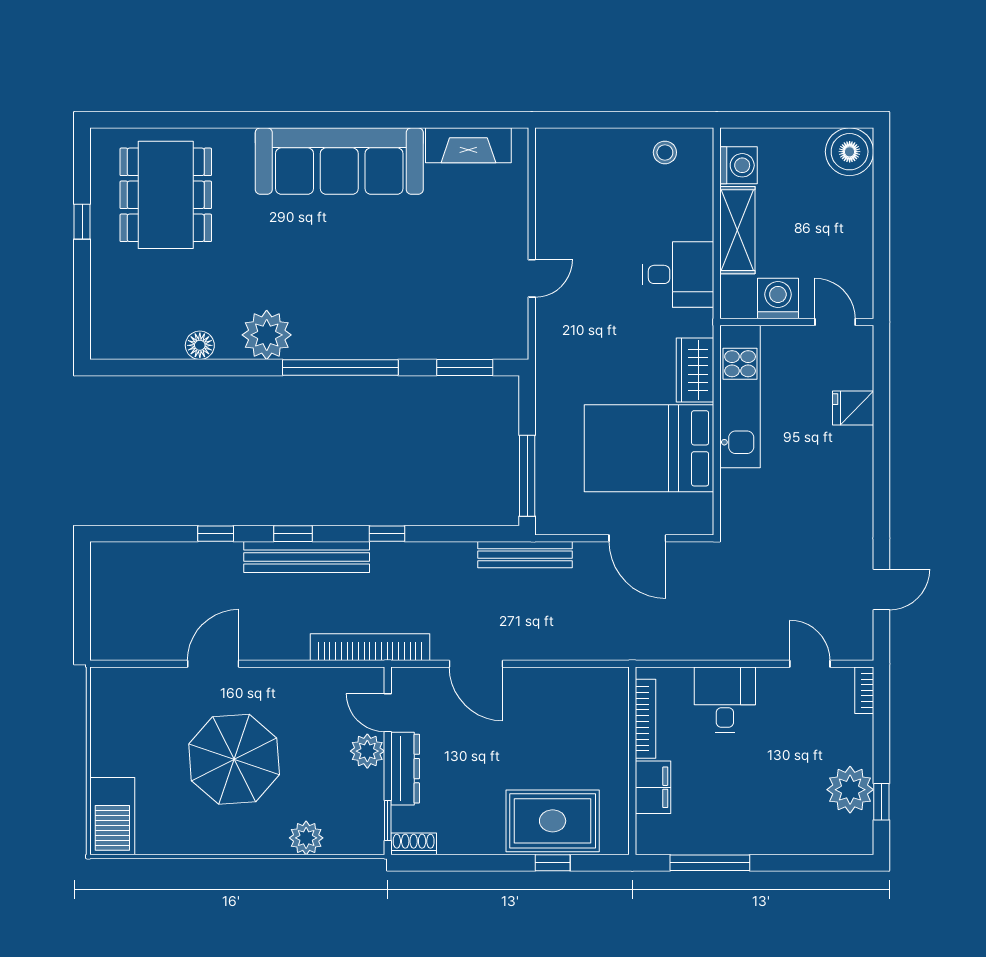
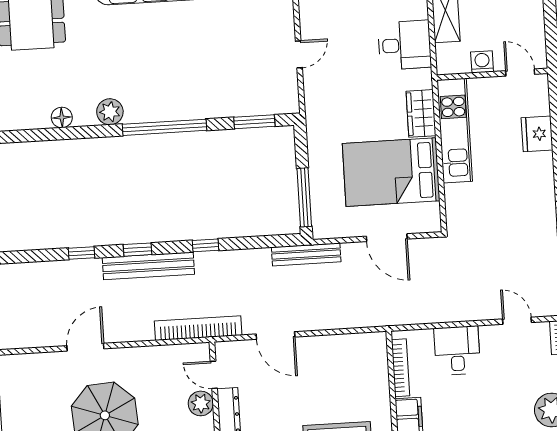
washing machine: (778, 299) -> (482, 62), width x0.73, depth x0.73
plant: (267, 335) -> (110, 112), width x0.73, depth x0.73
fridge: (853, 408) -> (537, 134), width x1.38

